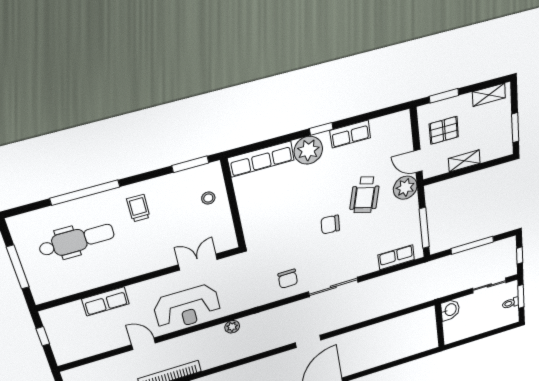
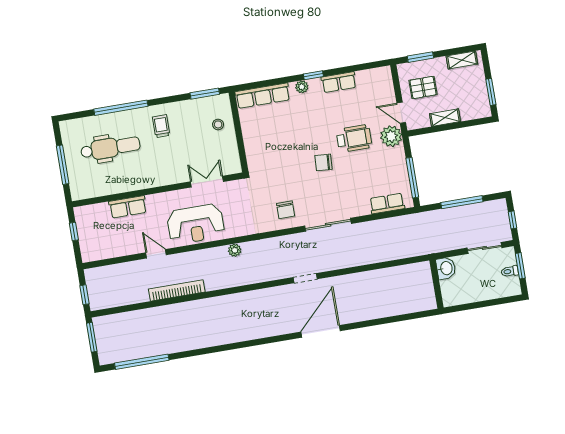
plant: (308, 150) -> (302, 87), width x0.53, depth x0.53
wheelchair: (365, 195) -> (354, 138), turned -105

